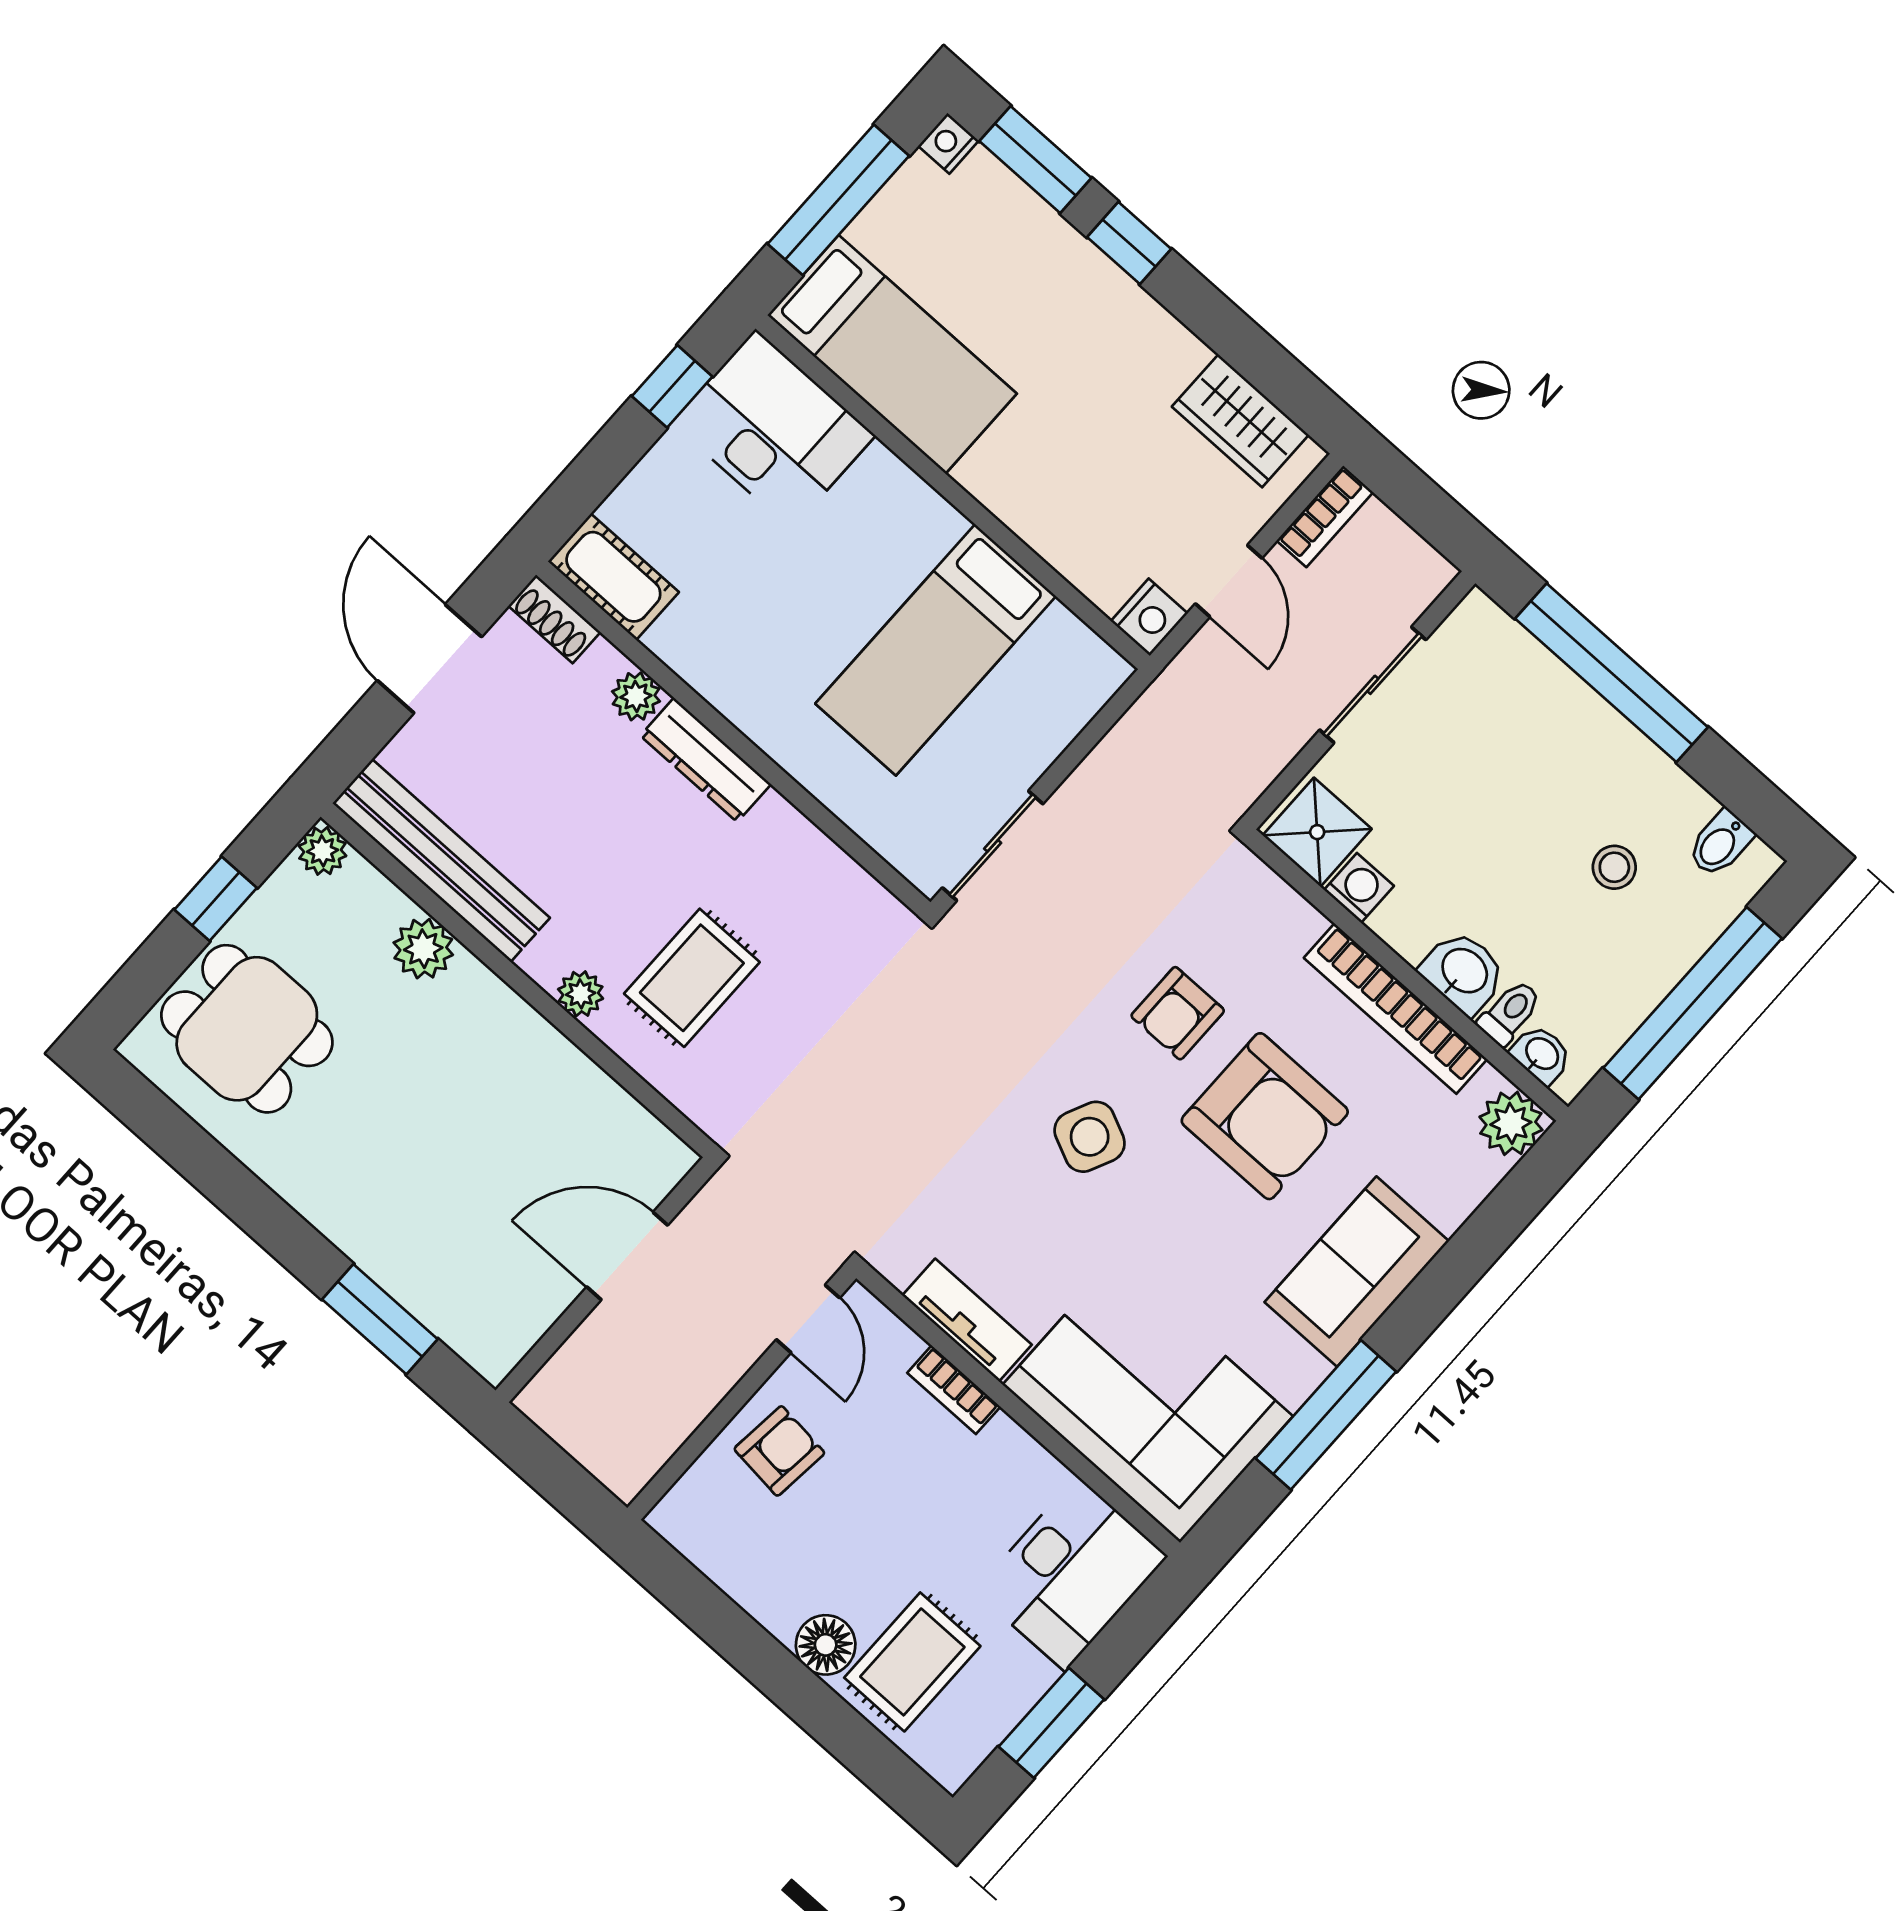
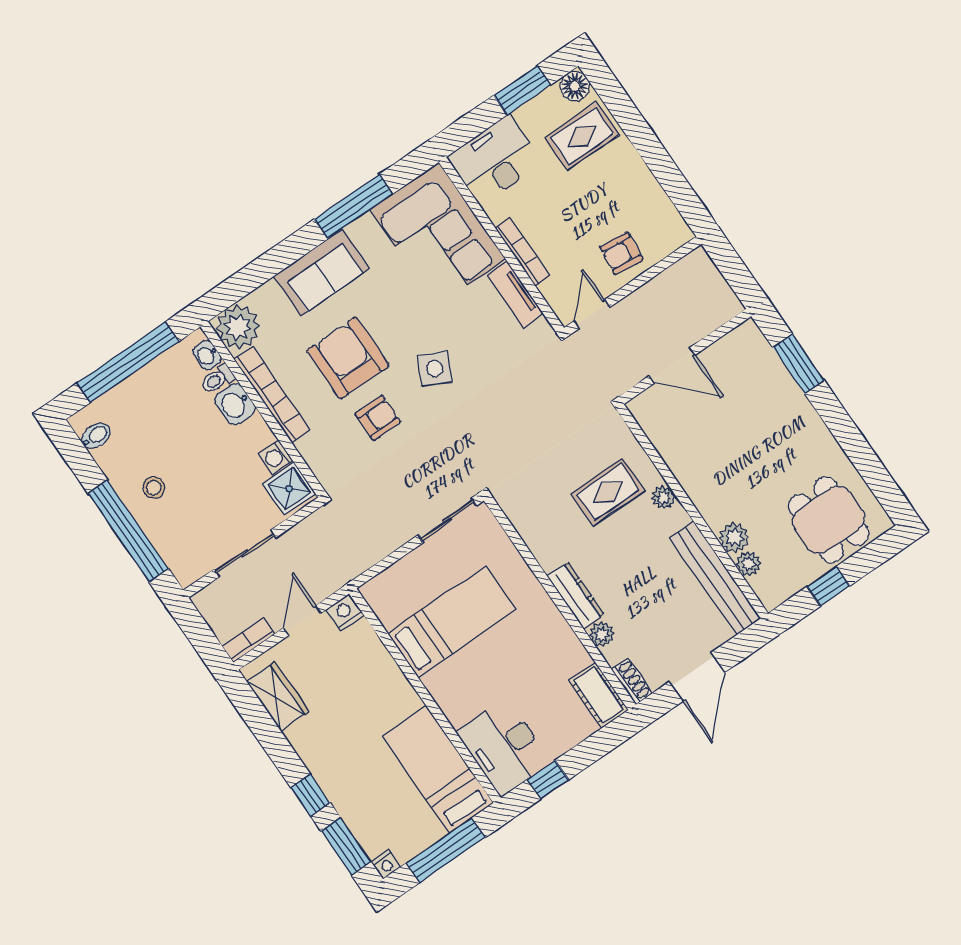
plant: (322, 851) -> (748, 564), moved
stool: (1614, 867) -> (154, 488), moved
plant: (1511, 1123) -> (238, 327), width x1.36, depth x1.36
bookcase: (954, 1390) -> (523, 252), width x1.56
floor lamp: (826, 1645) -> (575, 86), moved

